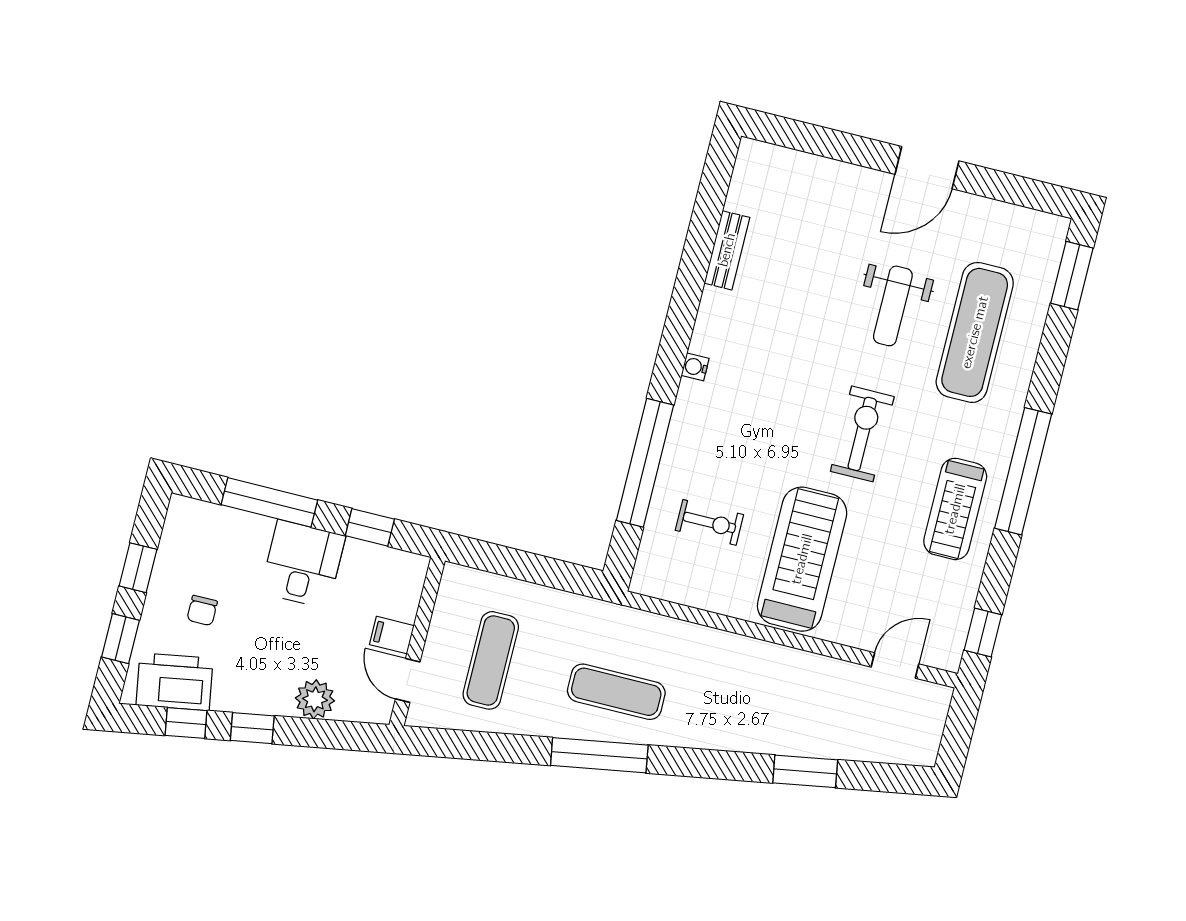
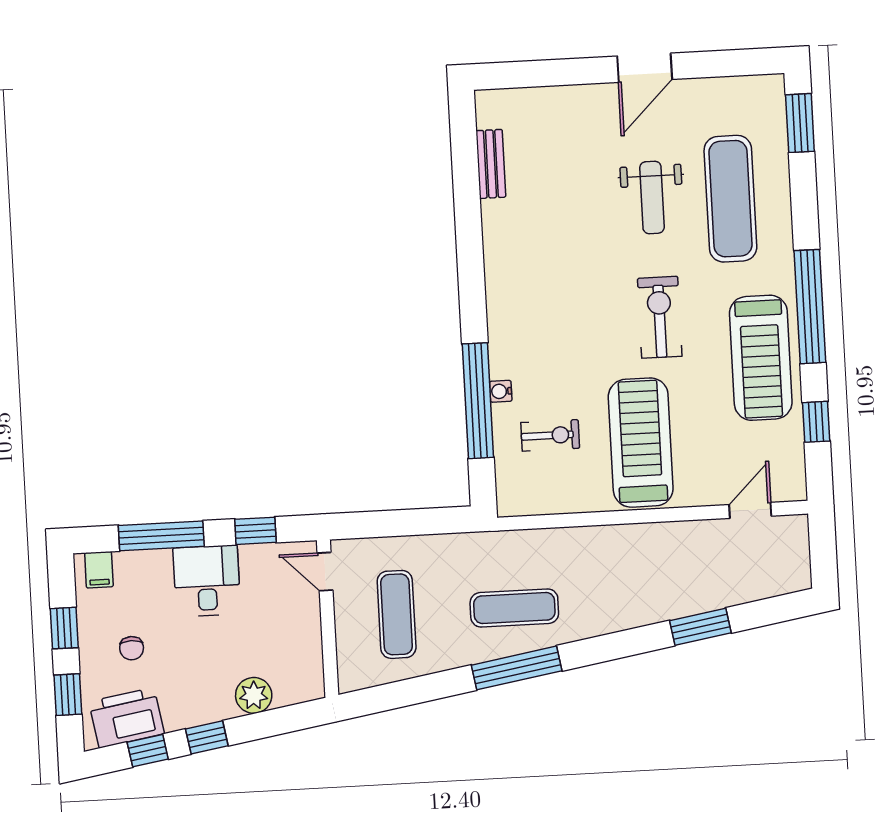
bench: (727, 250) -> (491, 164), moved
water cooler: (695, 367) -> (501, 391), moved
treadmill: (955, 509) -> (761, 358), width x1.37, depth x1.38
window: (983, 632) -> (816, 422), moved
filing cabinet: (392, 635) -> (99, 570), moved, turned -90
door: (408, 680) -> (325, 572), moved

